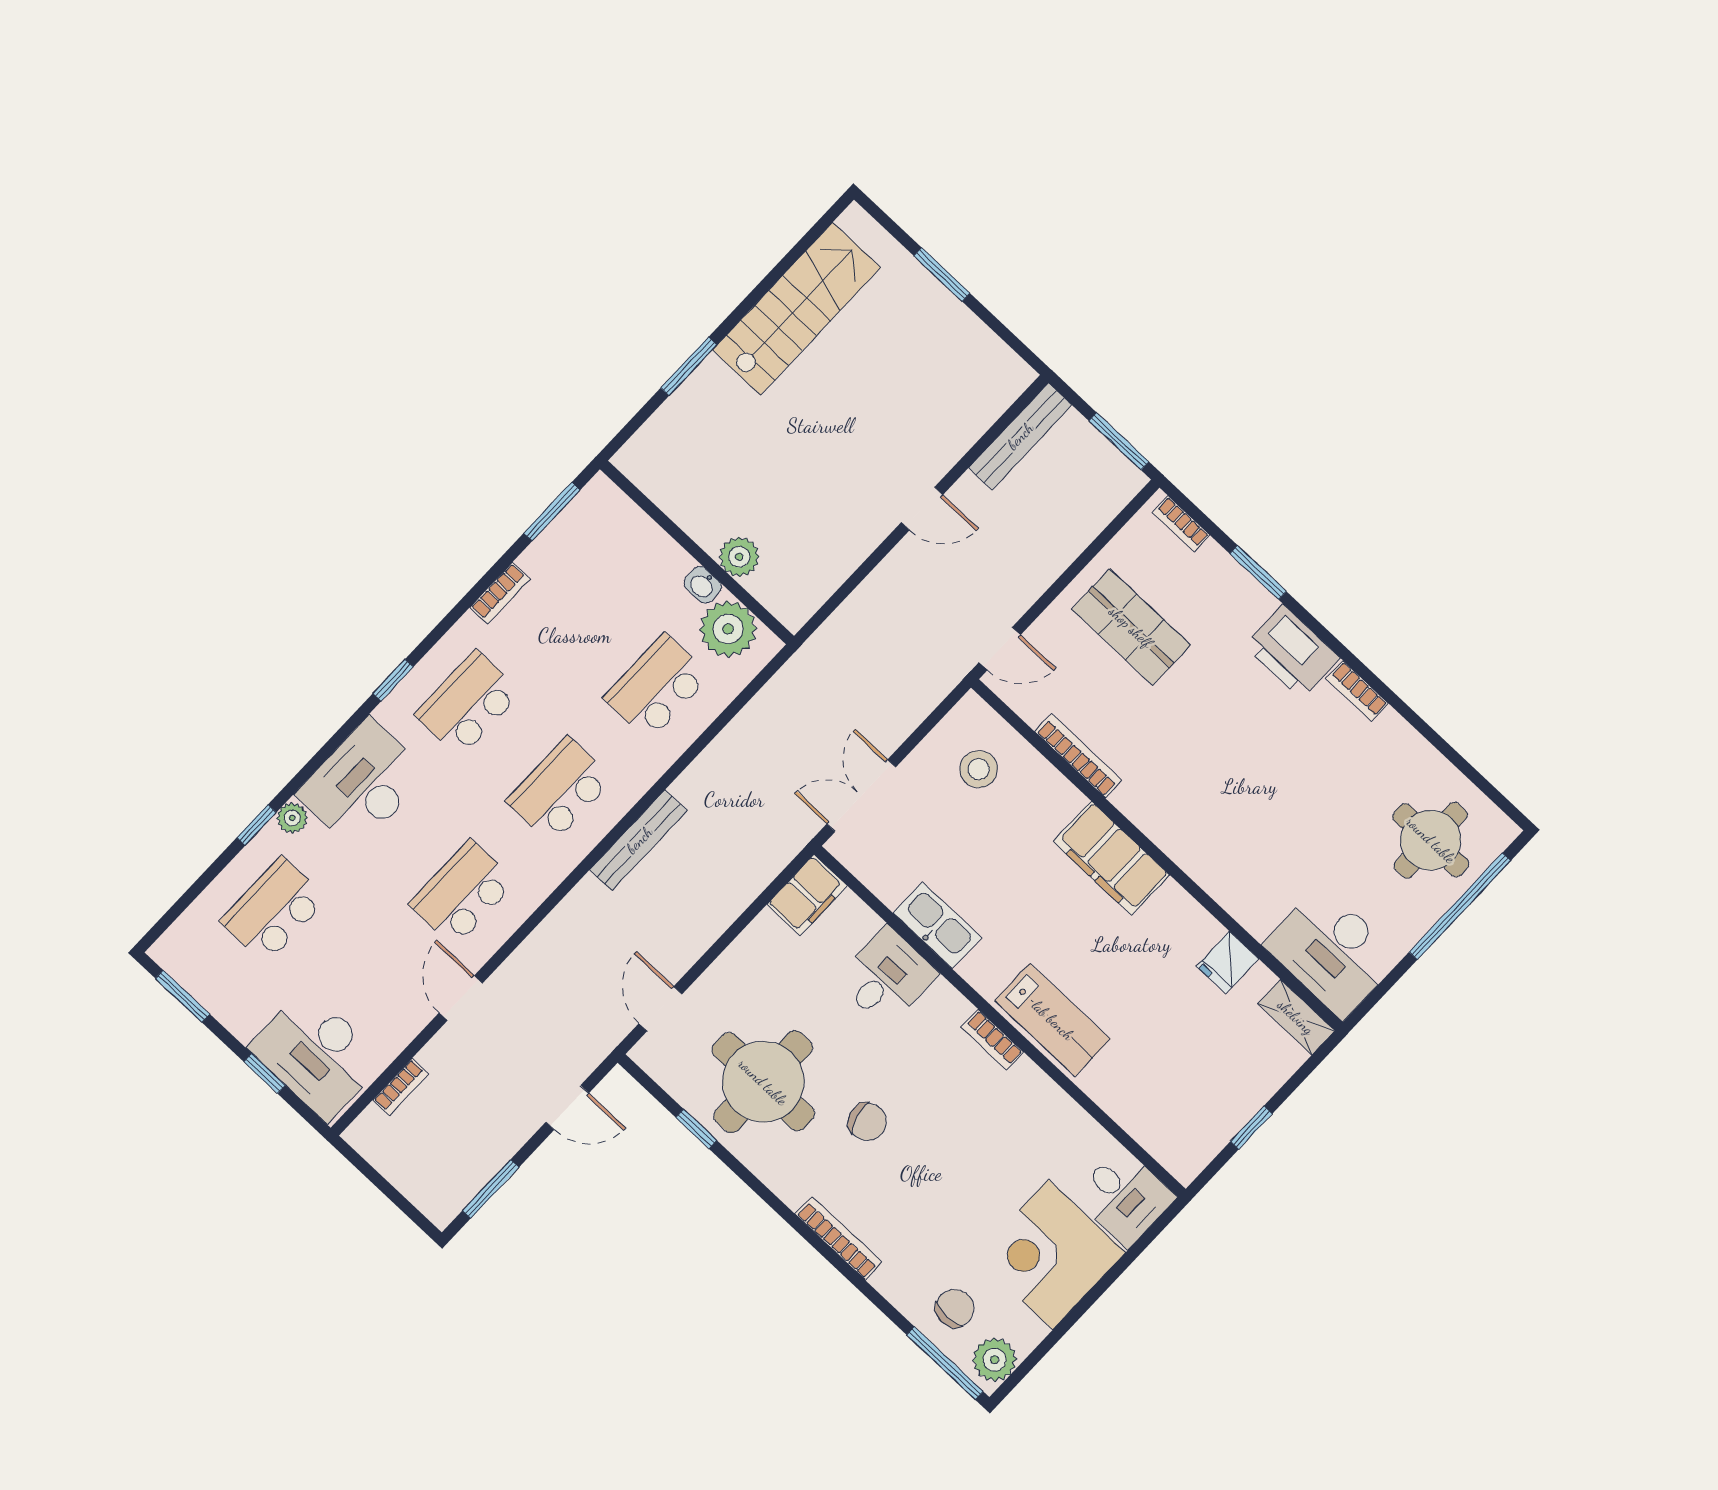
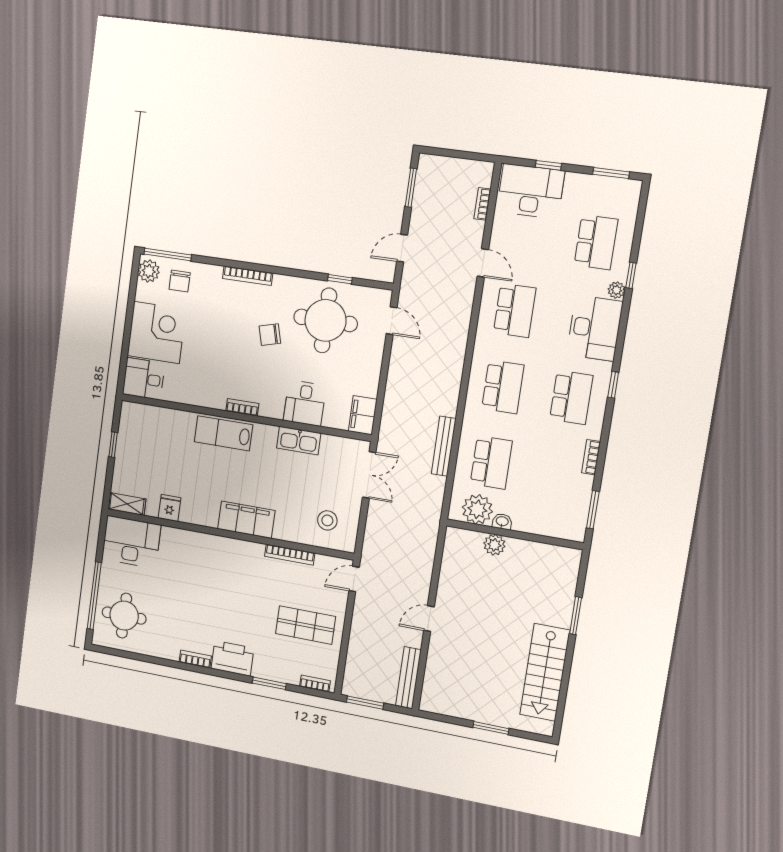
bench: (639, 840) -> (444, 446), moved

